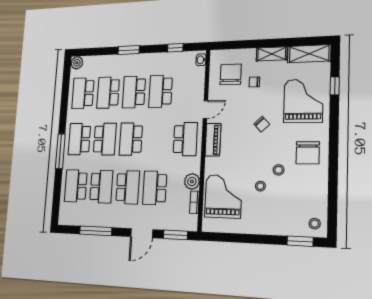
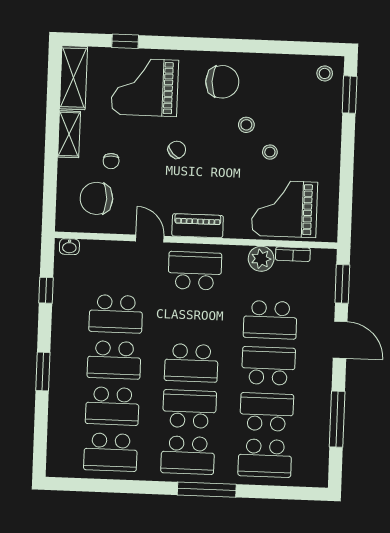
plant: (77, 63) -> (57, 466), removed

